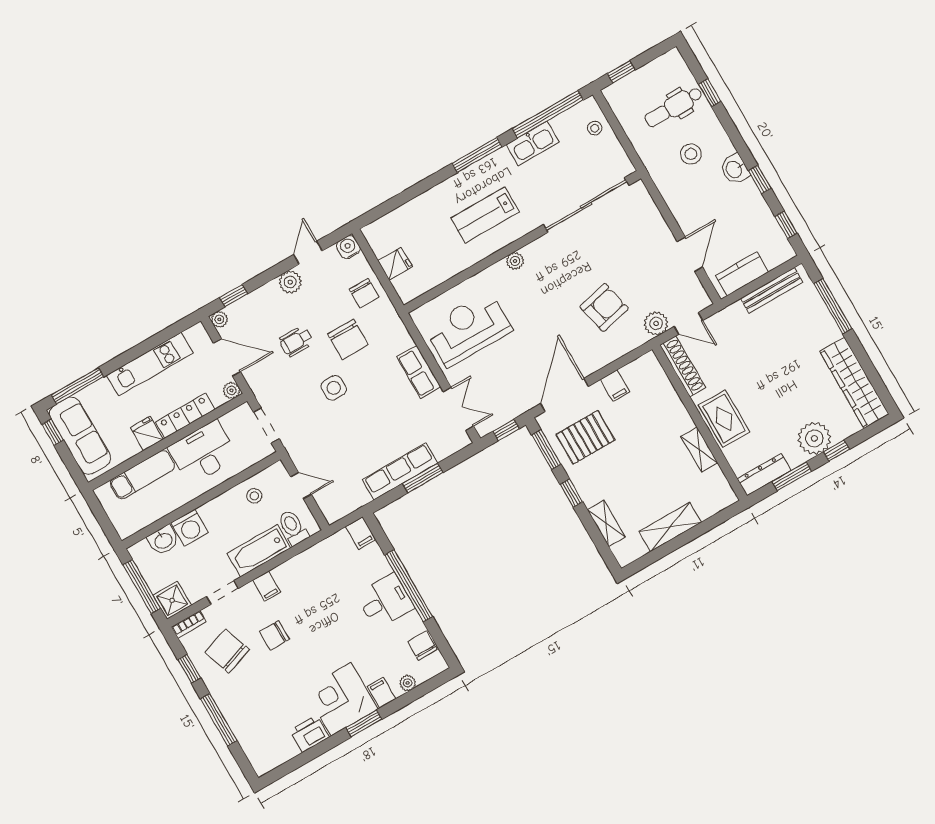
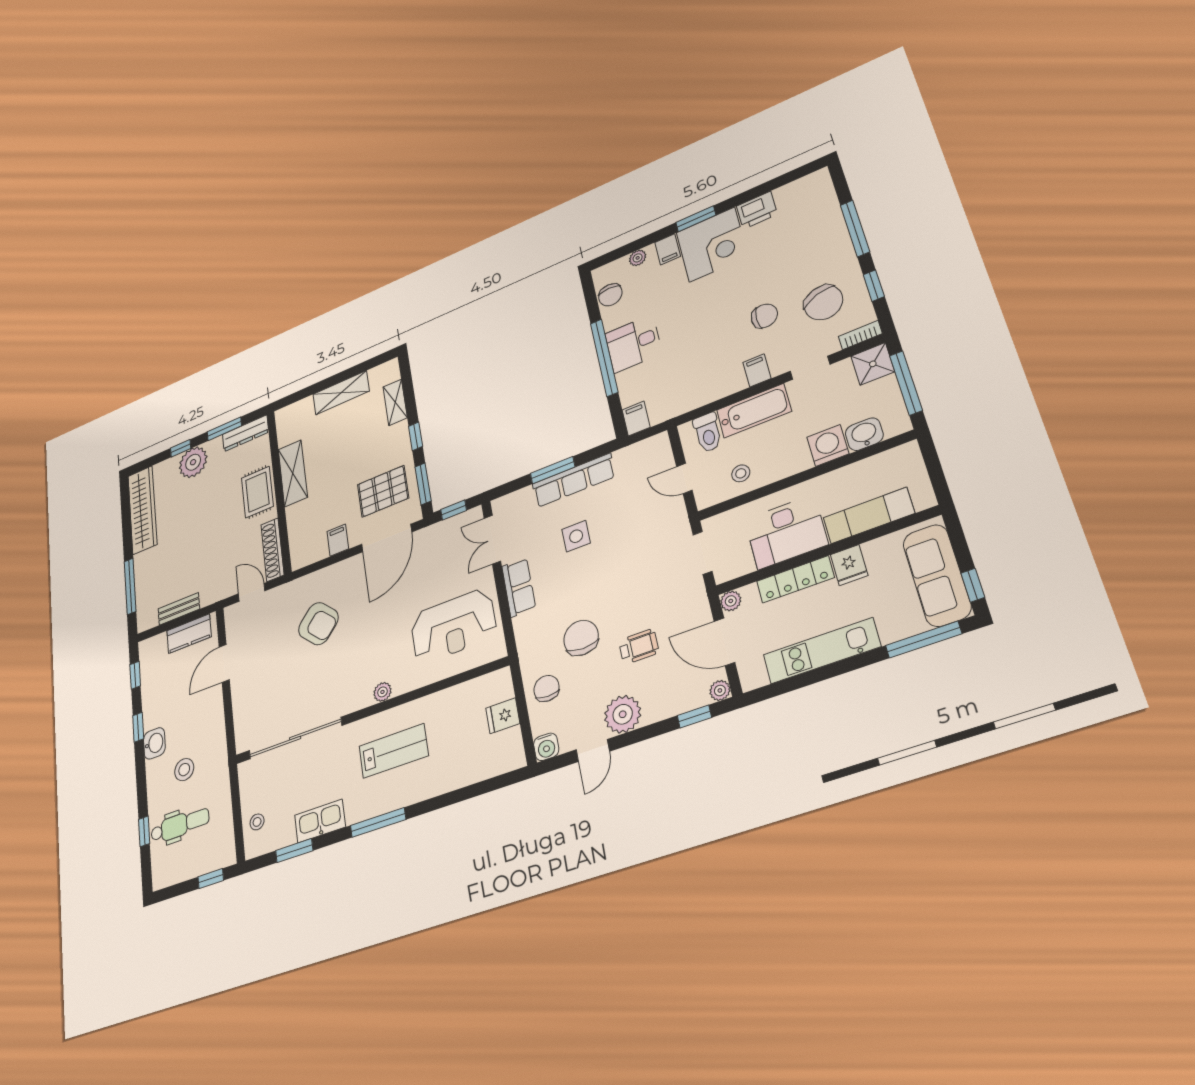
window: (548, 114) -> (294, 851), width x0.47
plant: (290, 282) -> (623, 714), width x1.36, depth x1.36
bench: (772, 290) -> (179, 609), width x0.73
armchair: (604, 307) -> (318, 624), turned -123
plant: (656, 323) -> (279, 598), removed
side table: (334, 388) -> (576, 536), moved
shelving: (699, 449) -> (293, 473), width x1.50, depth x1.33

